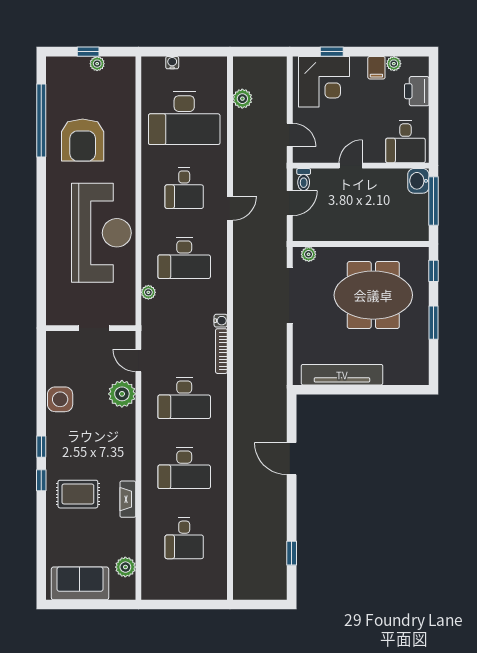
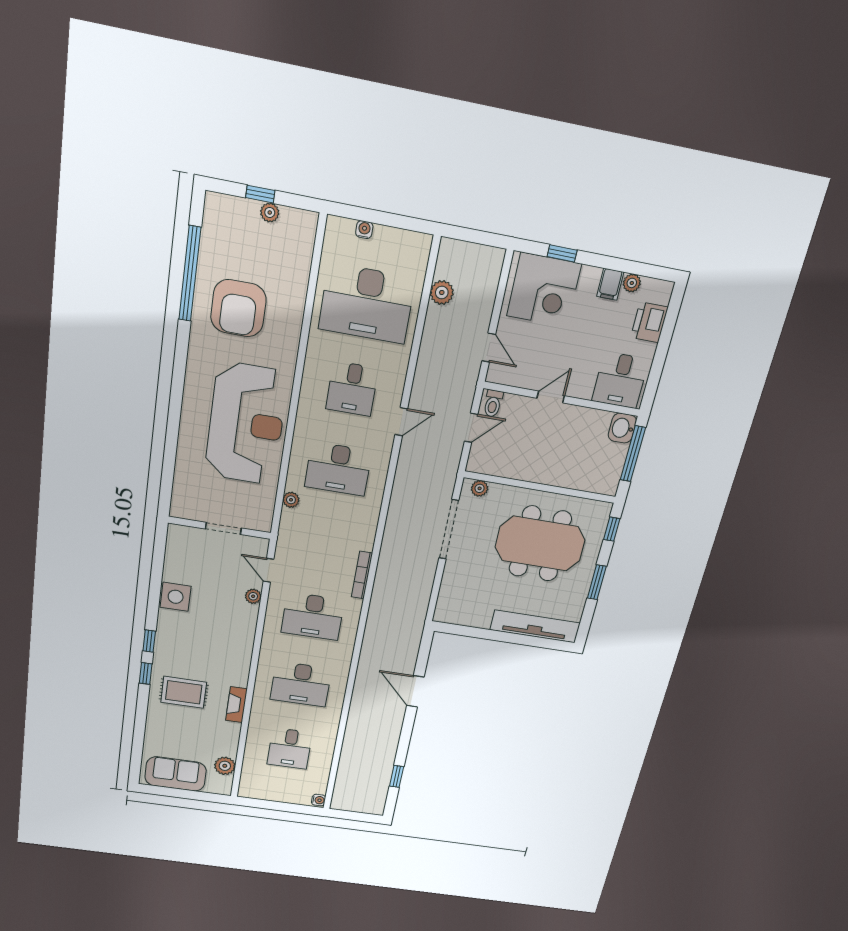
water cooler: (221, 321) -> (319, 800), moved
tv unit: (342, 375) -> (535, 626), moved
plant: (122, 394) -> (253, 596), width x0.53, depth x0.53

